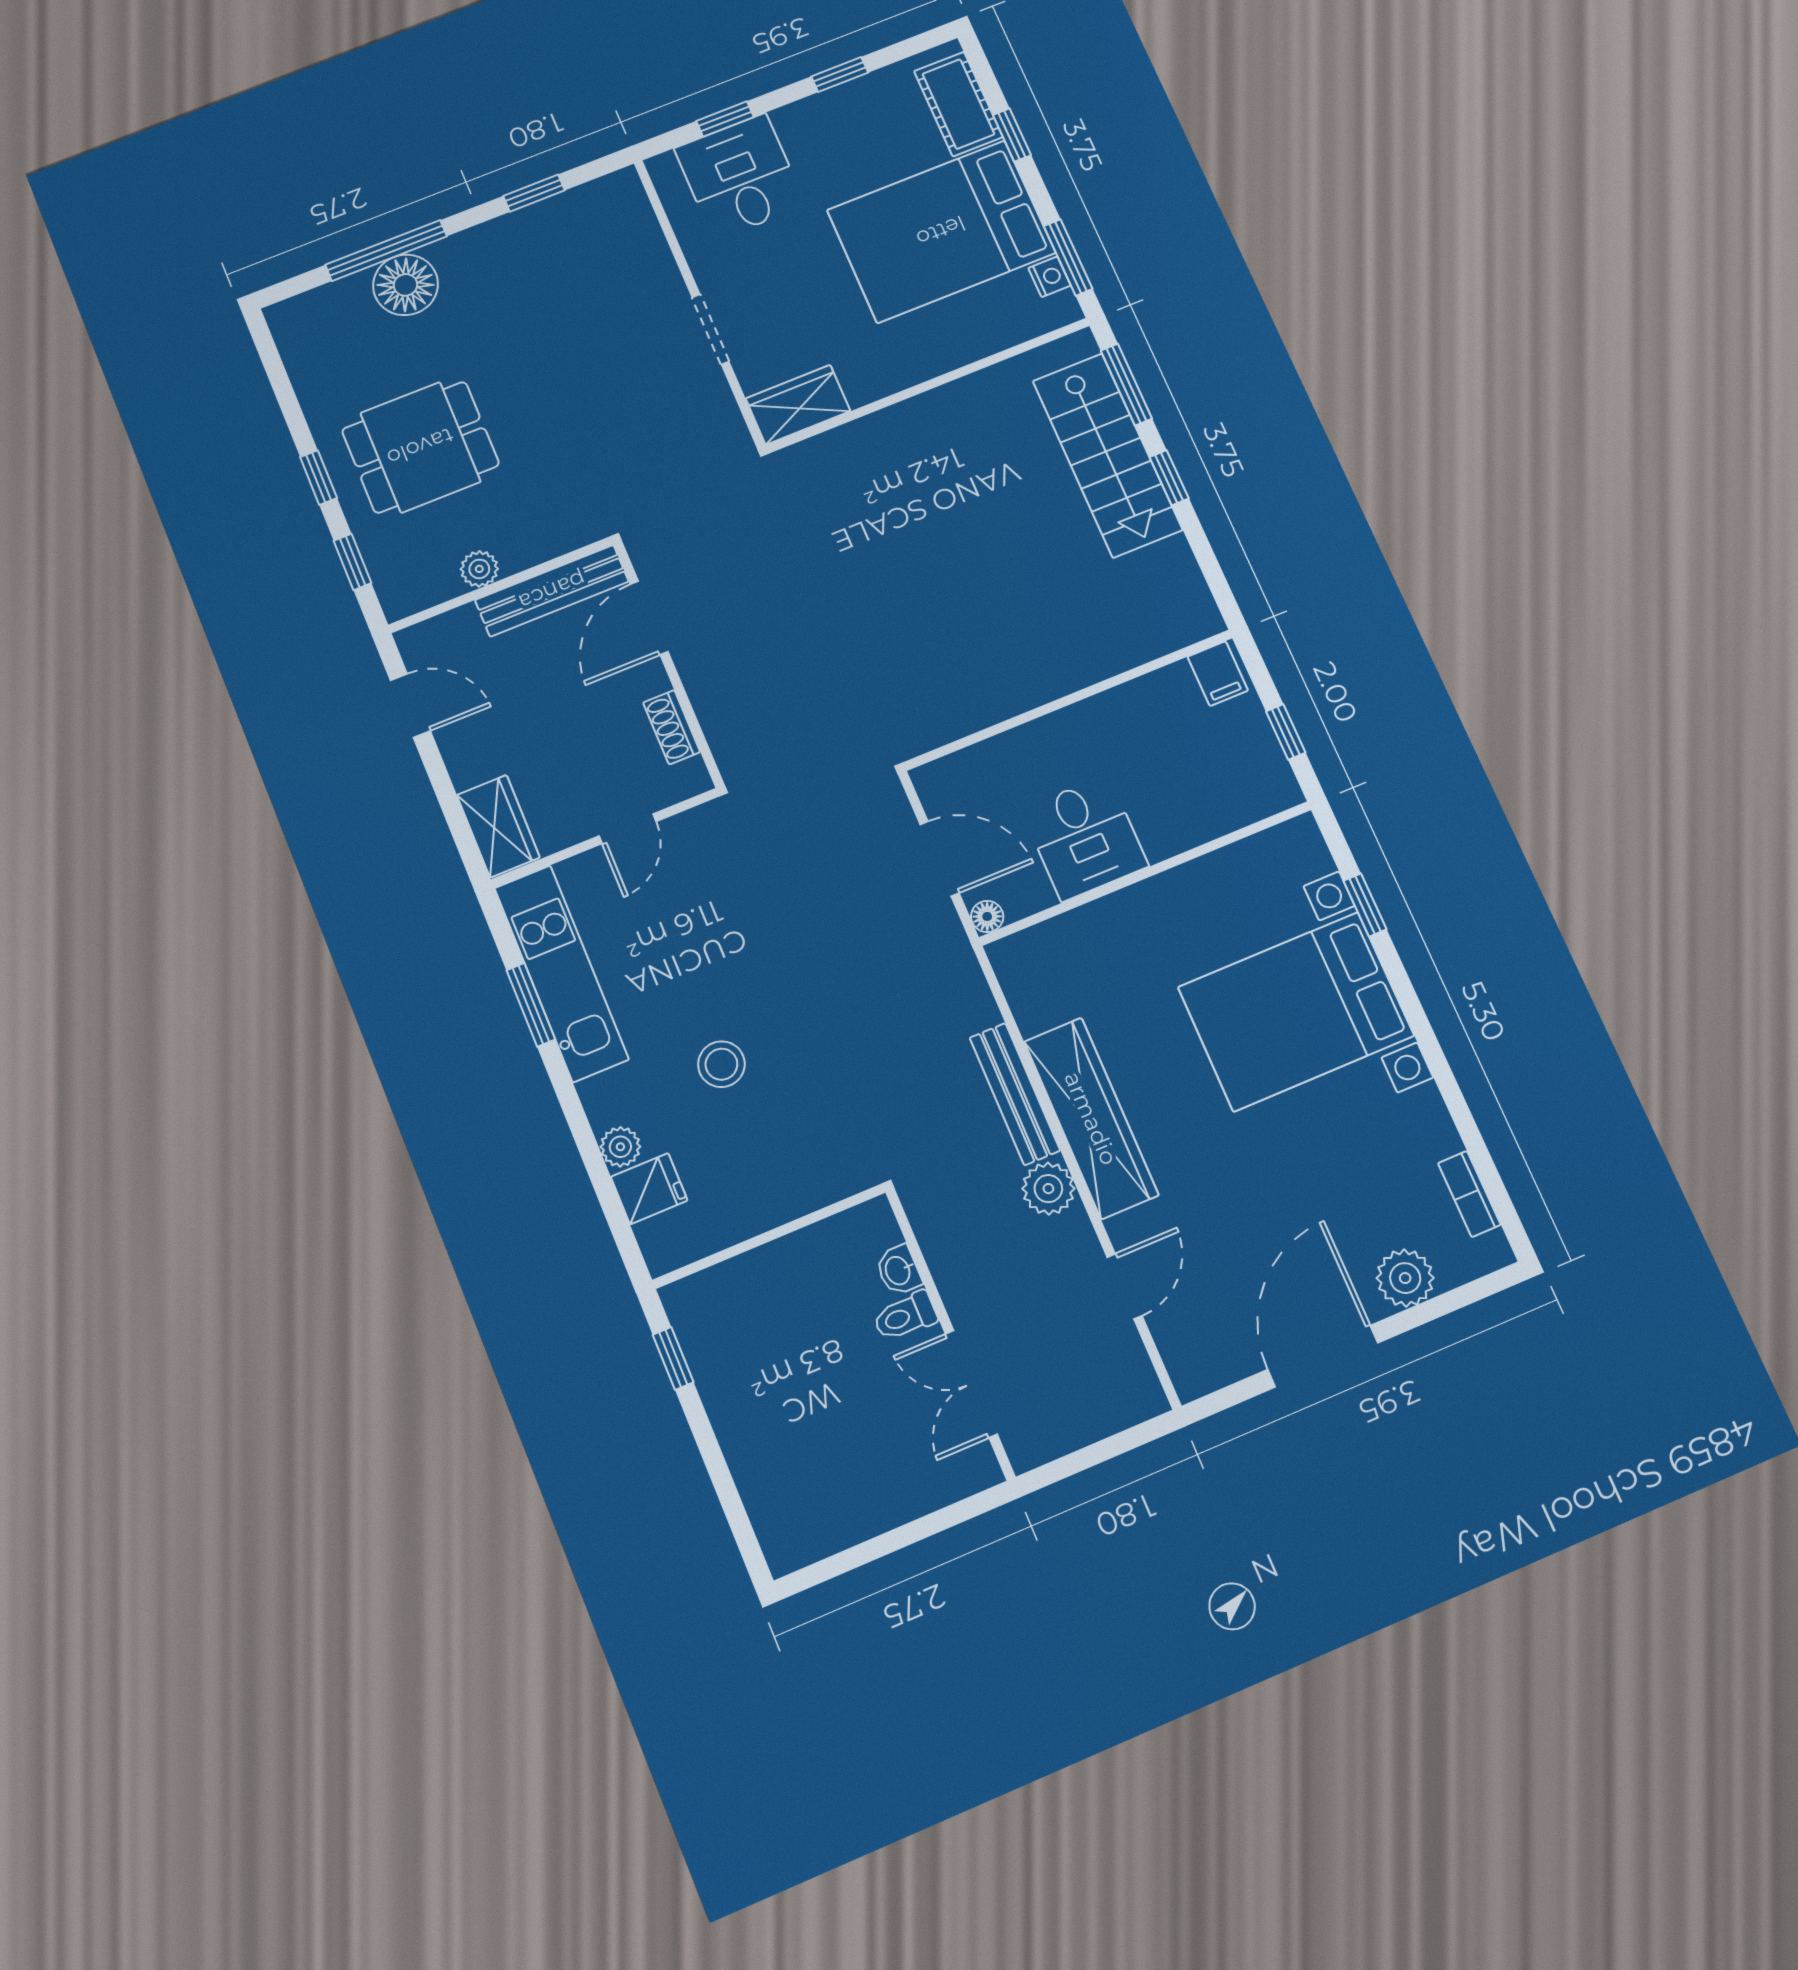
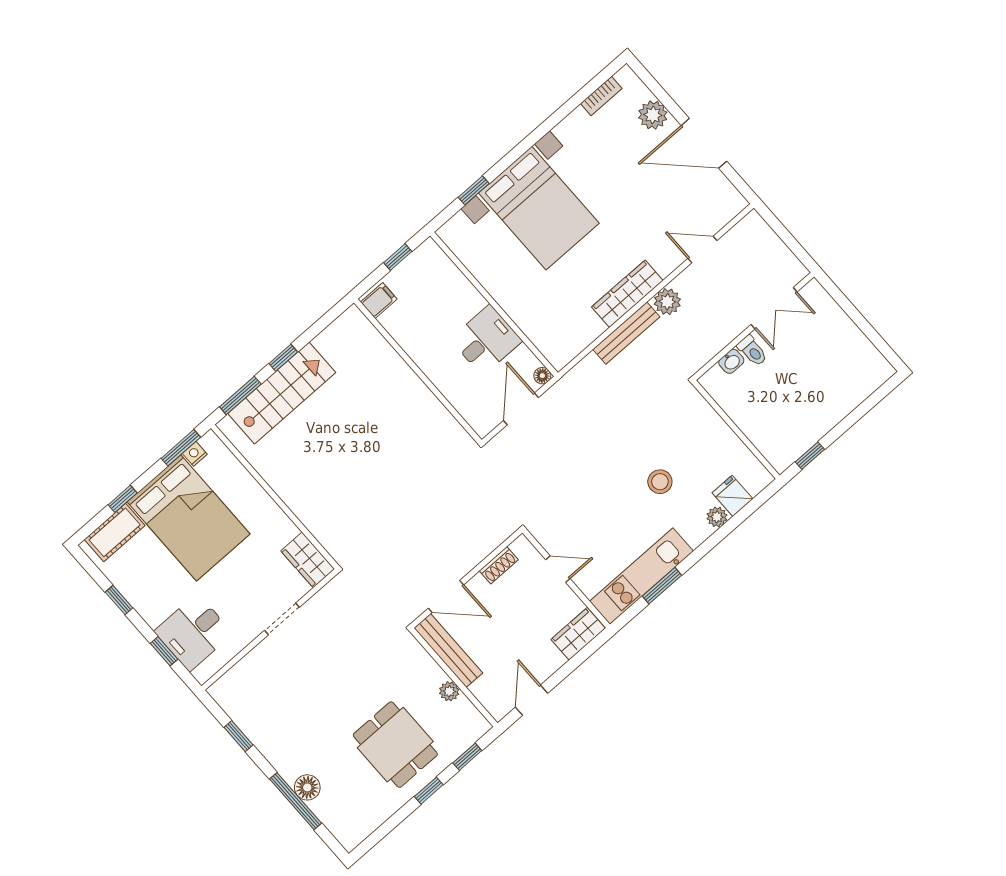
floor lamp: (406, 285) -> (307, 787), width x0.73, depth x0.73
wardrobe: (1091, 1118) -> (627, 294), width x0.71, depth x0.85

